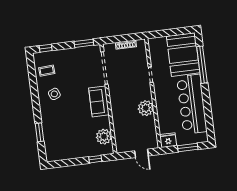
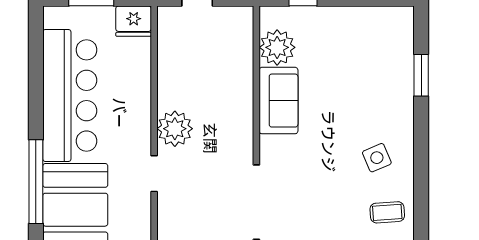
sofa: (99, 101) -> (279, 101), moved
plant: (146, 108) -> (175, 129), moved

